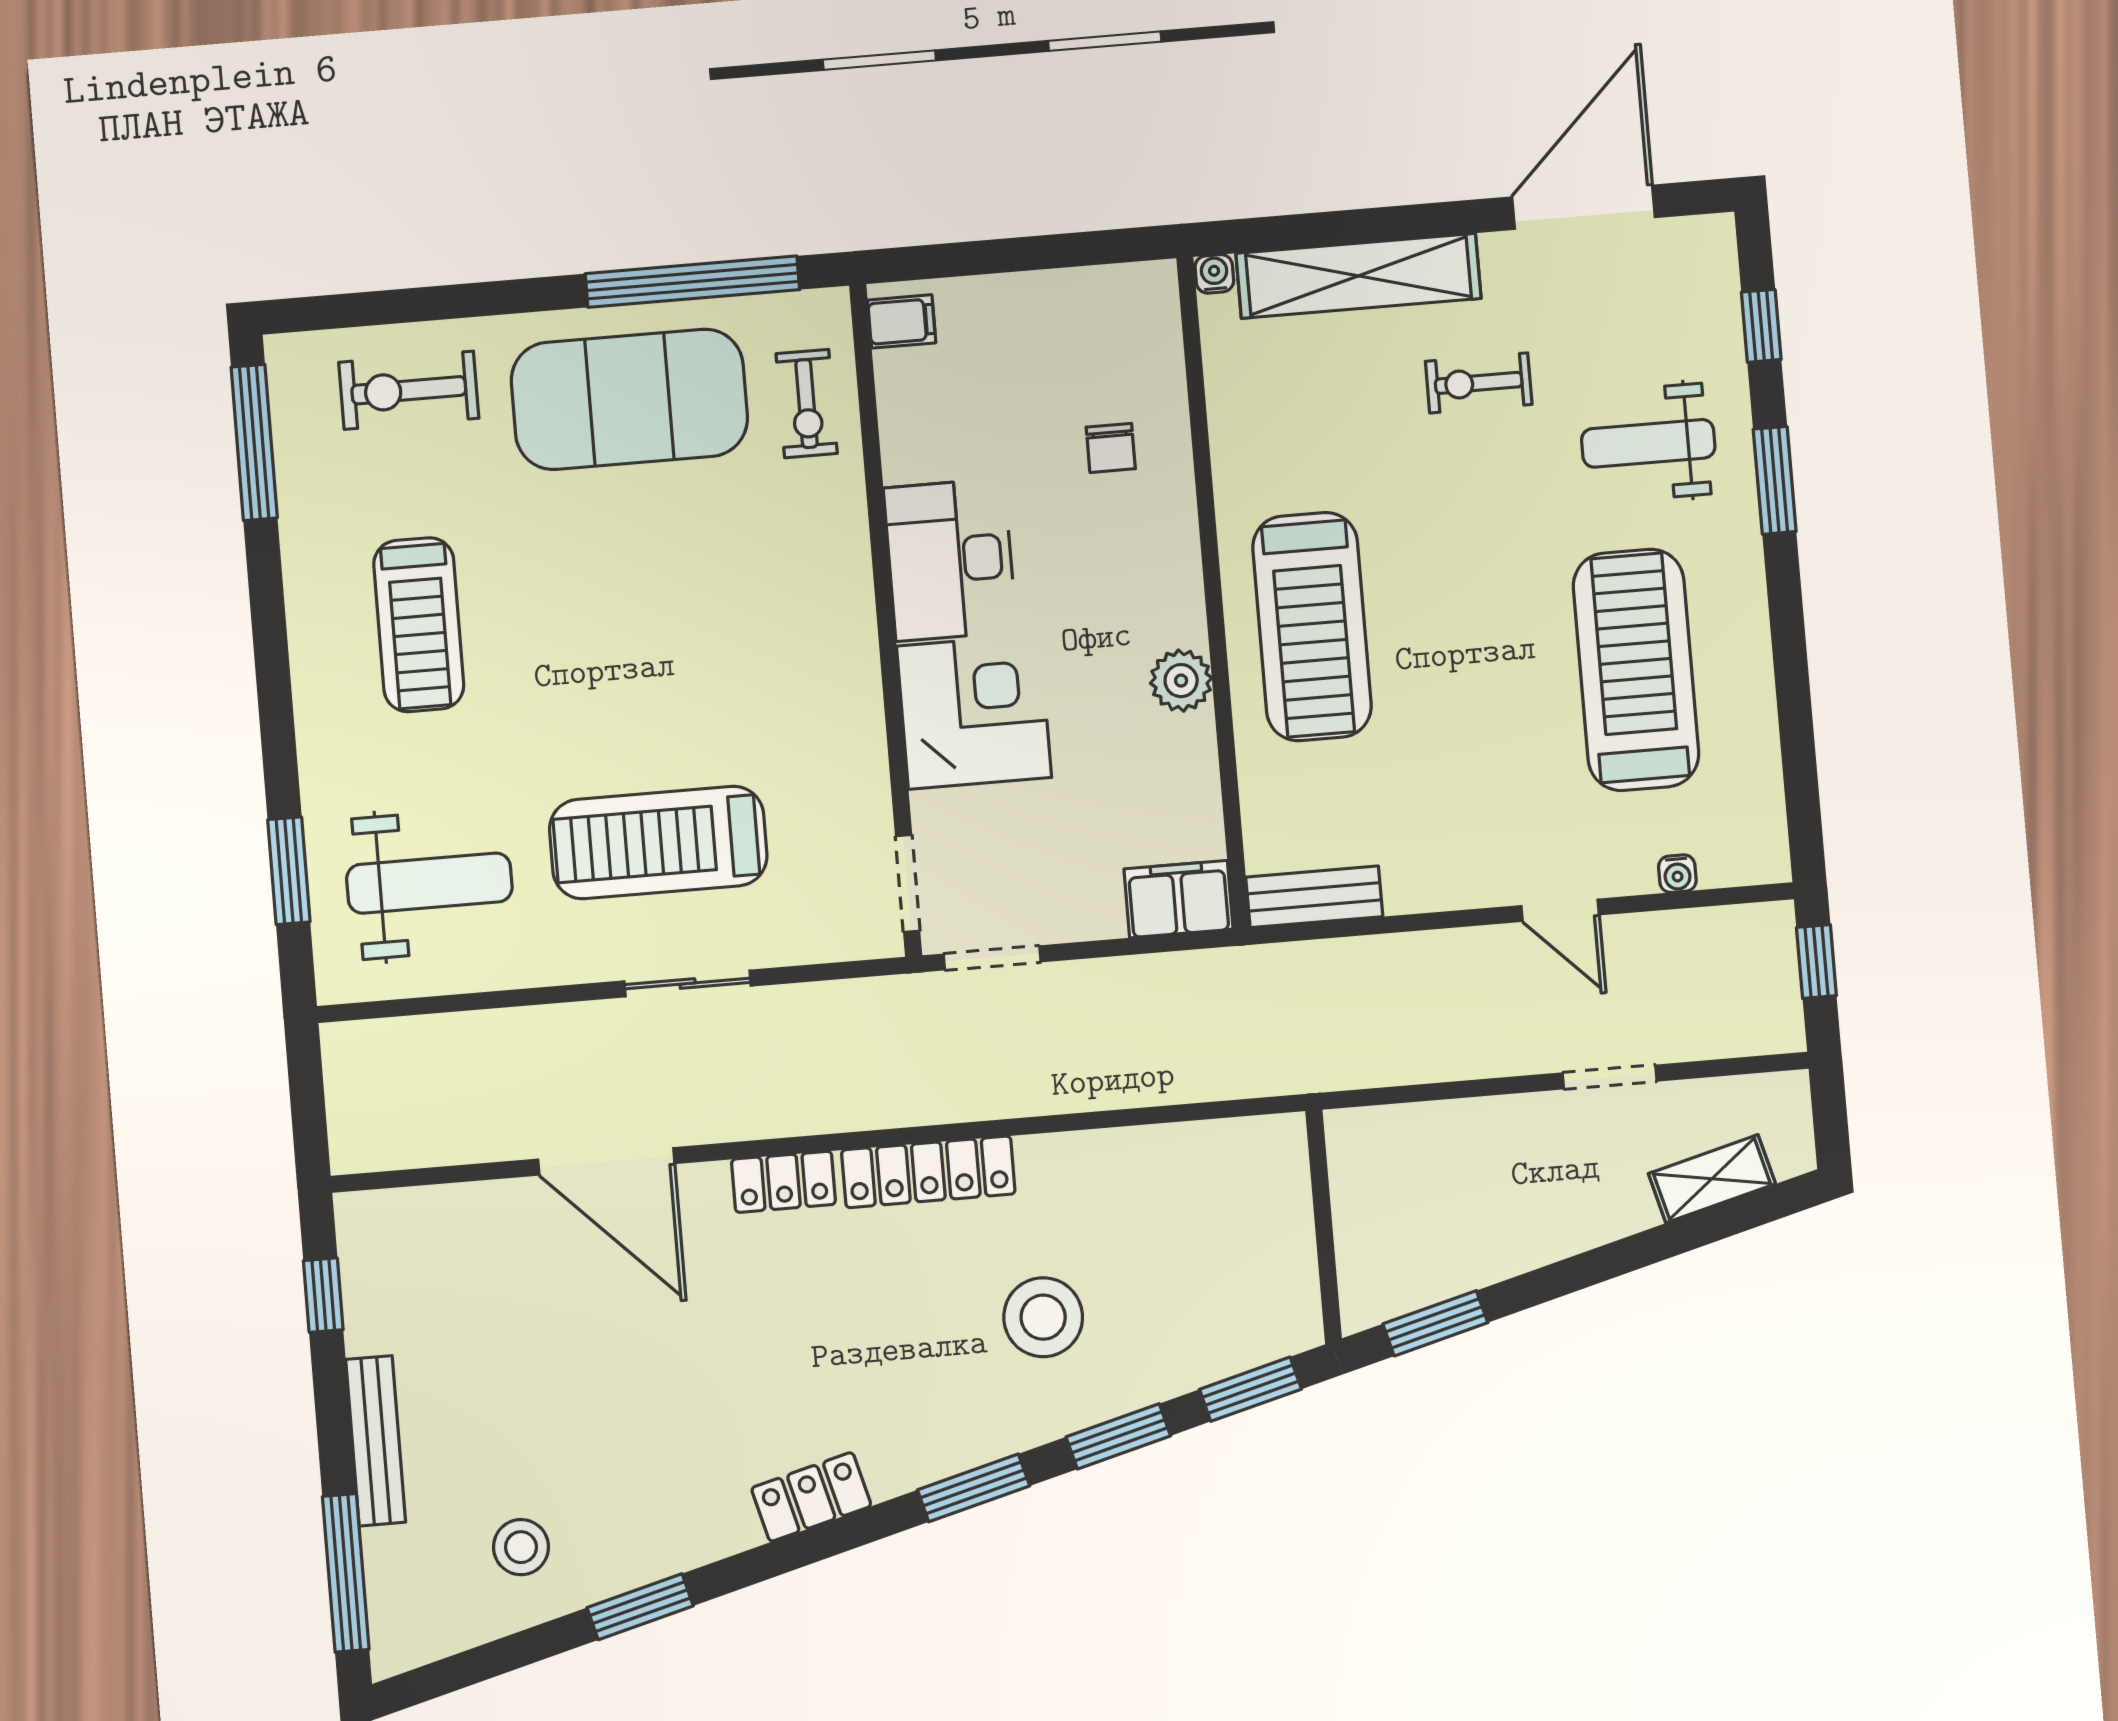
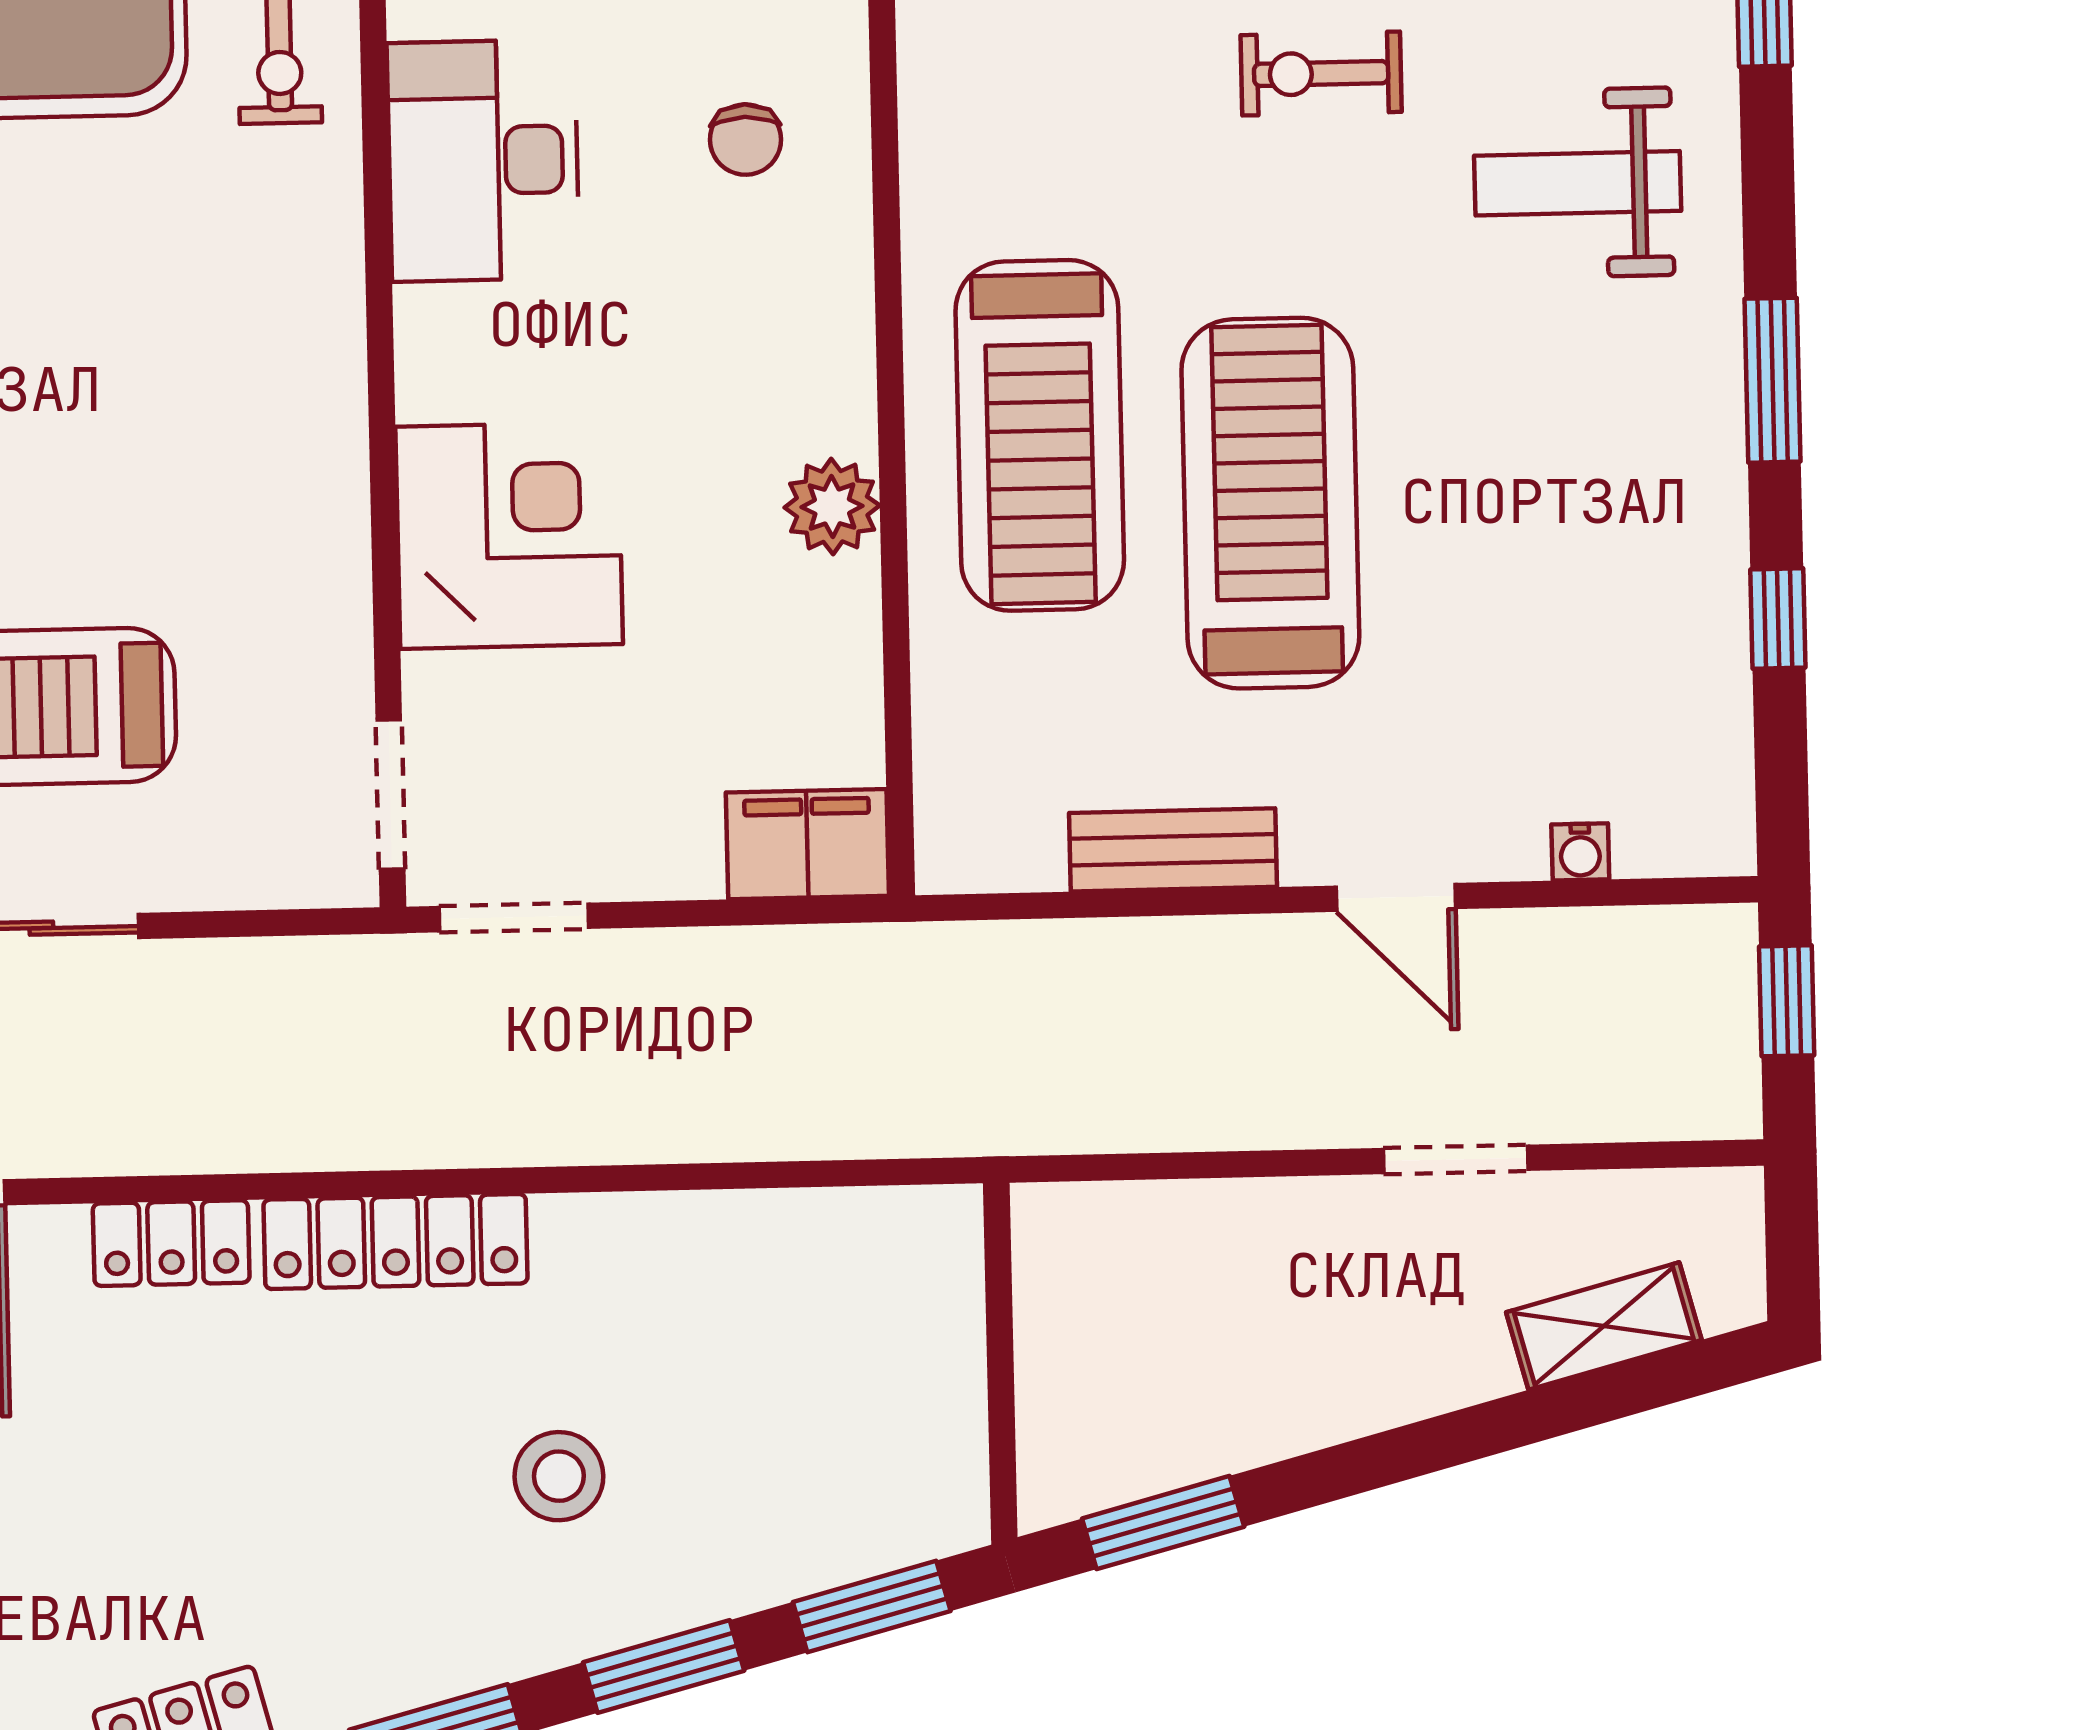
window: (1775, 480) -> (1772, 380), moved
desk: (950, 560) -> (483, 160), moved
treadmill: (1636, 670) -> (1270, 503), moved
window: (1795, 715) -> (1778, 619), added
bench: (1314, 897) -> (1173, 850), moved
stool: (1043, 1317) -> (559, 1476), width x0.73, depth x0.73

